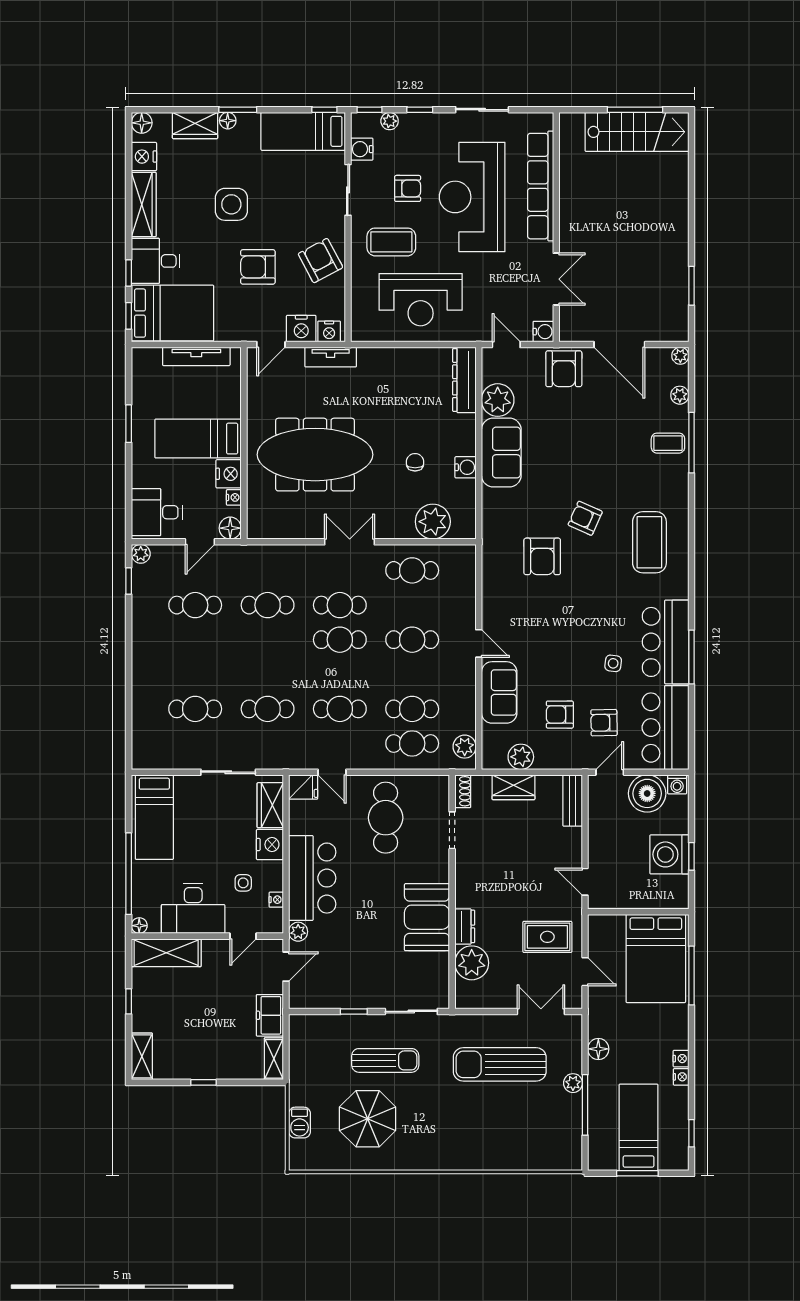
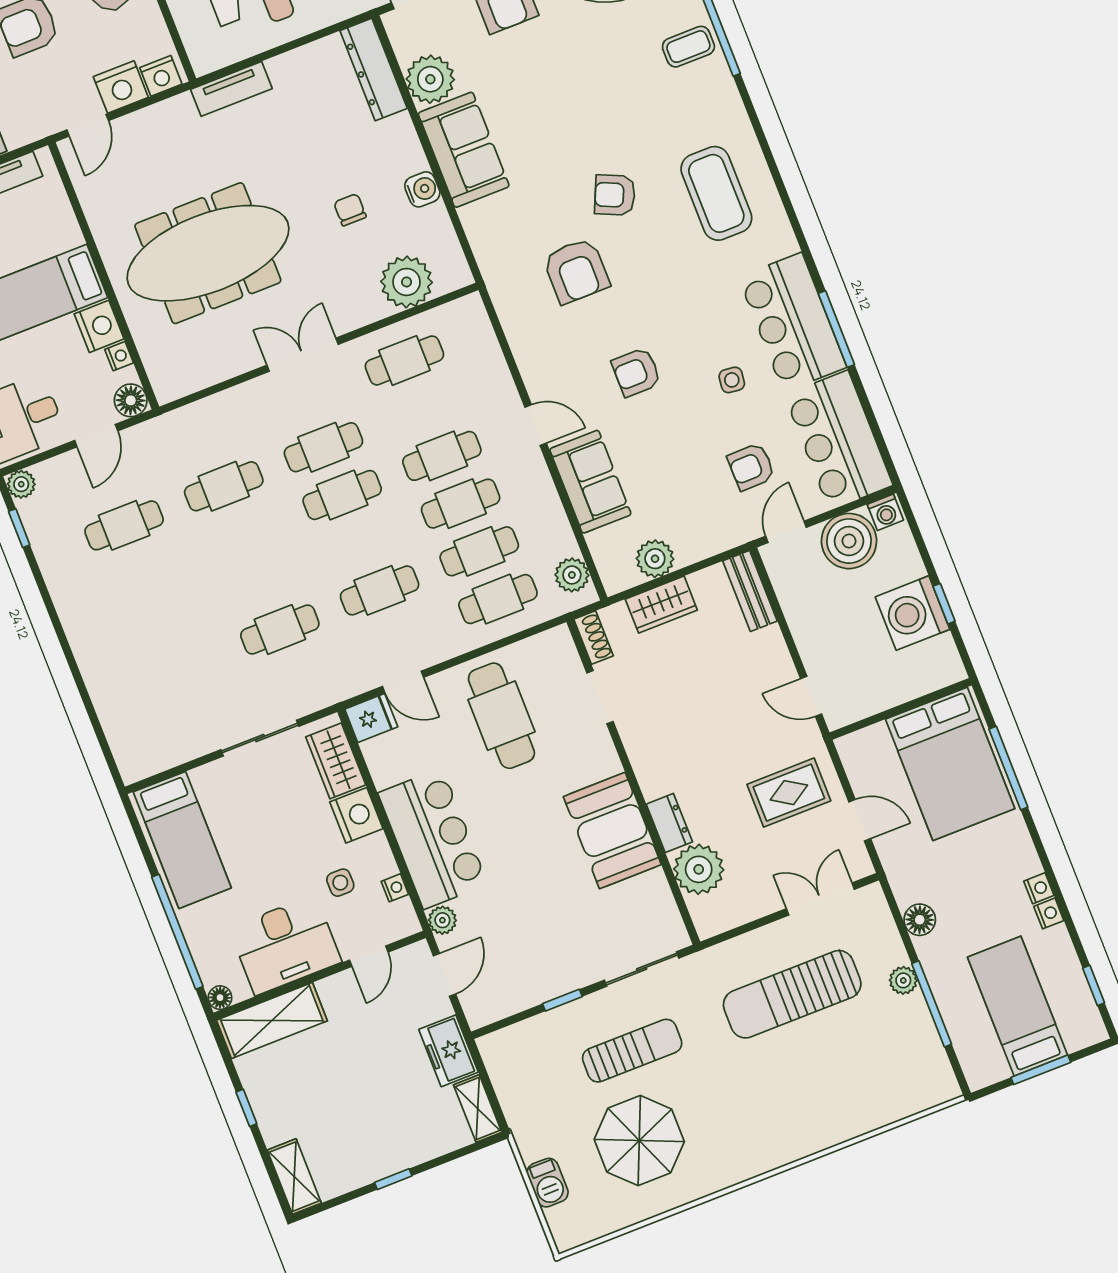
tv unit: (331, 357) -> (231, 89), moved
cafe table: (195, 709) -> (461, 504), moved
armchair: (560, 715) -> (636, 372), moved

